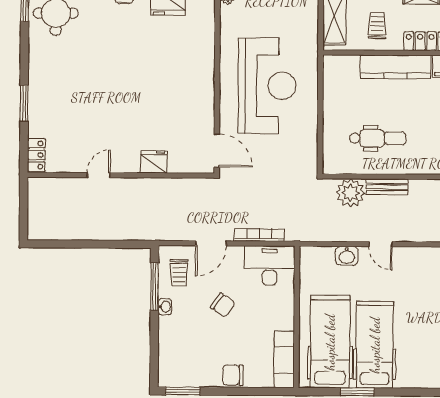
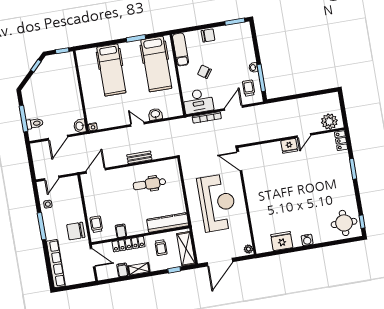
kitchen counter: (396, 67) -> (168, 223), moved
reception desk: (267, 86) -> (217, 203), turned 180
fridge: (154, 162) -> (289, 146), moved
plant: (350, 193) -> (329, 122), moved
chair: (223, 305) -> (205, 72), moved
hospital bed: (375, 345) -> (111, 70), moved

